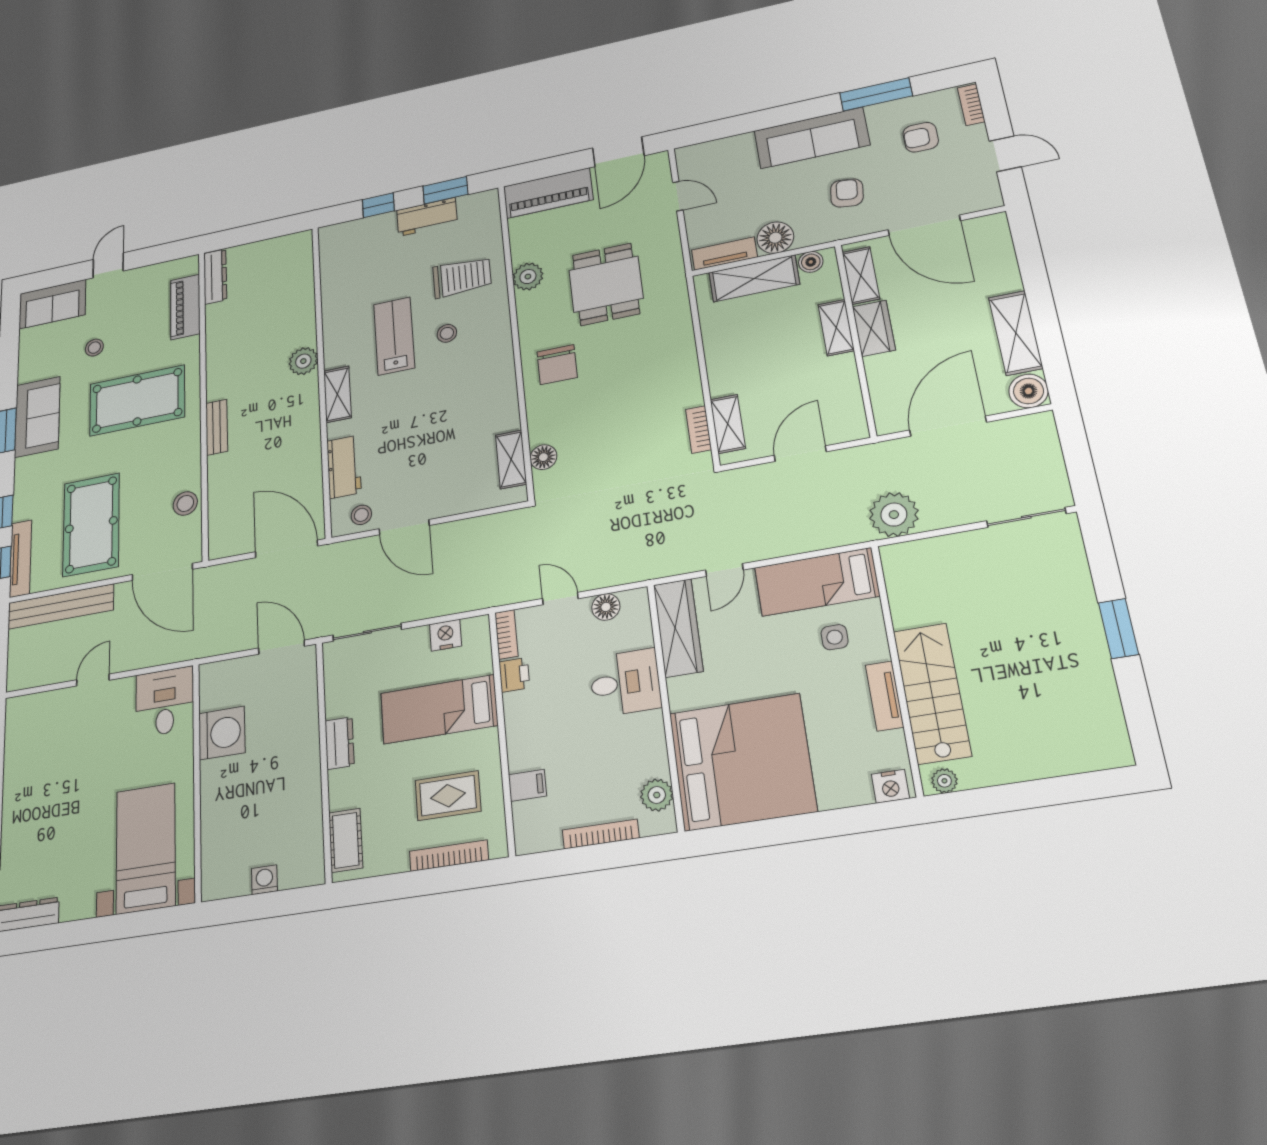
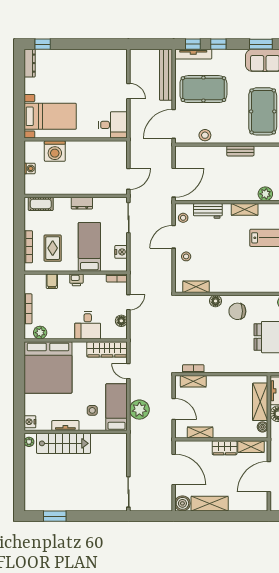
shelving: (836, 328) -> (200, 433), moved
stool: (447, 333) -> (186, 256), moved
floor lamp: (543, 457) -> (216, 301), moved
plant: (894, 515) -> (139, 410), moved
window: (1118, 628) -> (55, 516), moved
printer: (514, 675) -> (76, 280), moved
washing machine: (222, 733) -> (55, 151), moved

